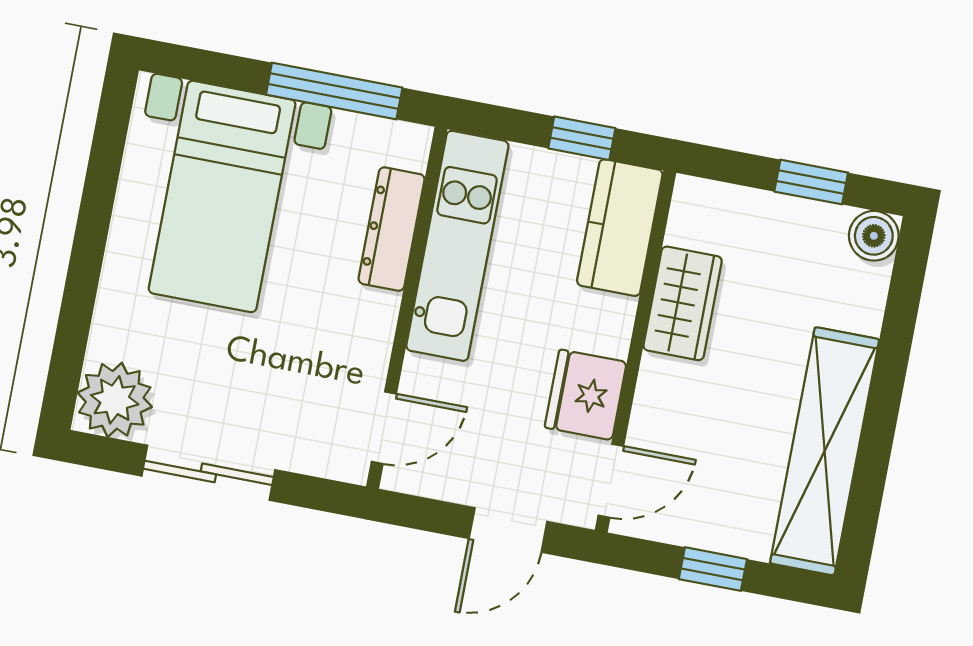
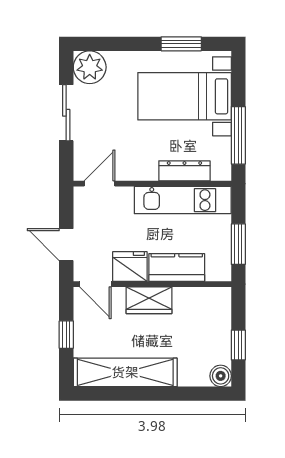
window: (582, 138) -> (238, 244), width x1.50
window: (101, 181) -> (181, 44), added
kitchen counter: (620, 228) -> (177, 267), moved
wardrobe: (683, 303) -> (149, 300), moved
door: (384, 428) -> (100, 184), swing flipped

